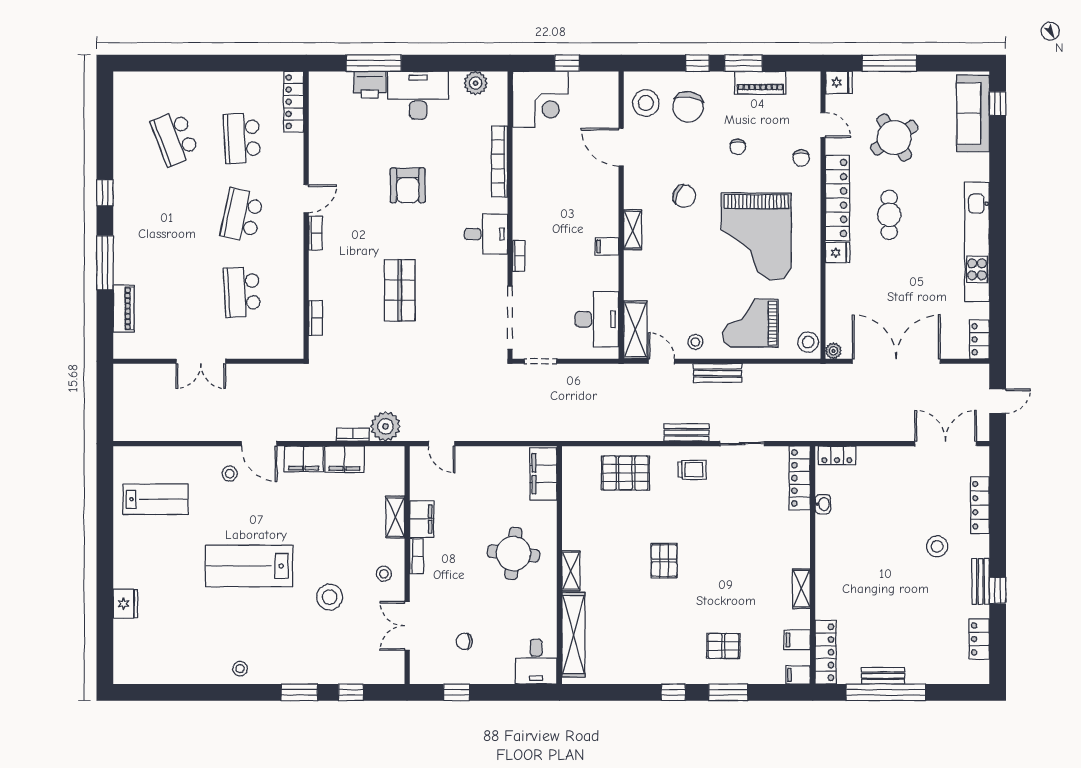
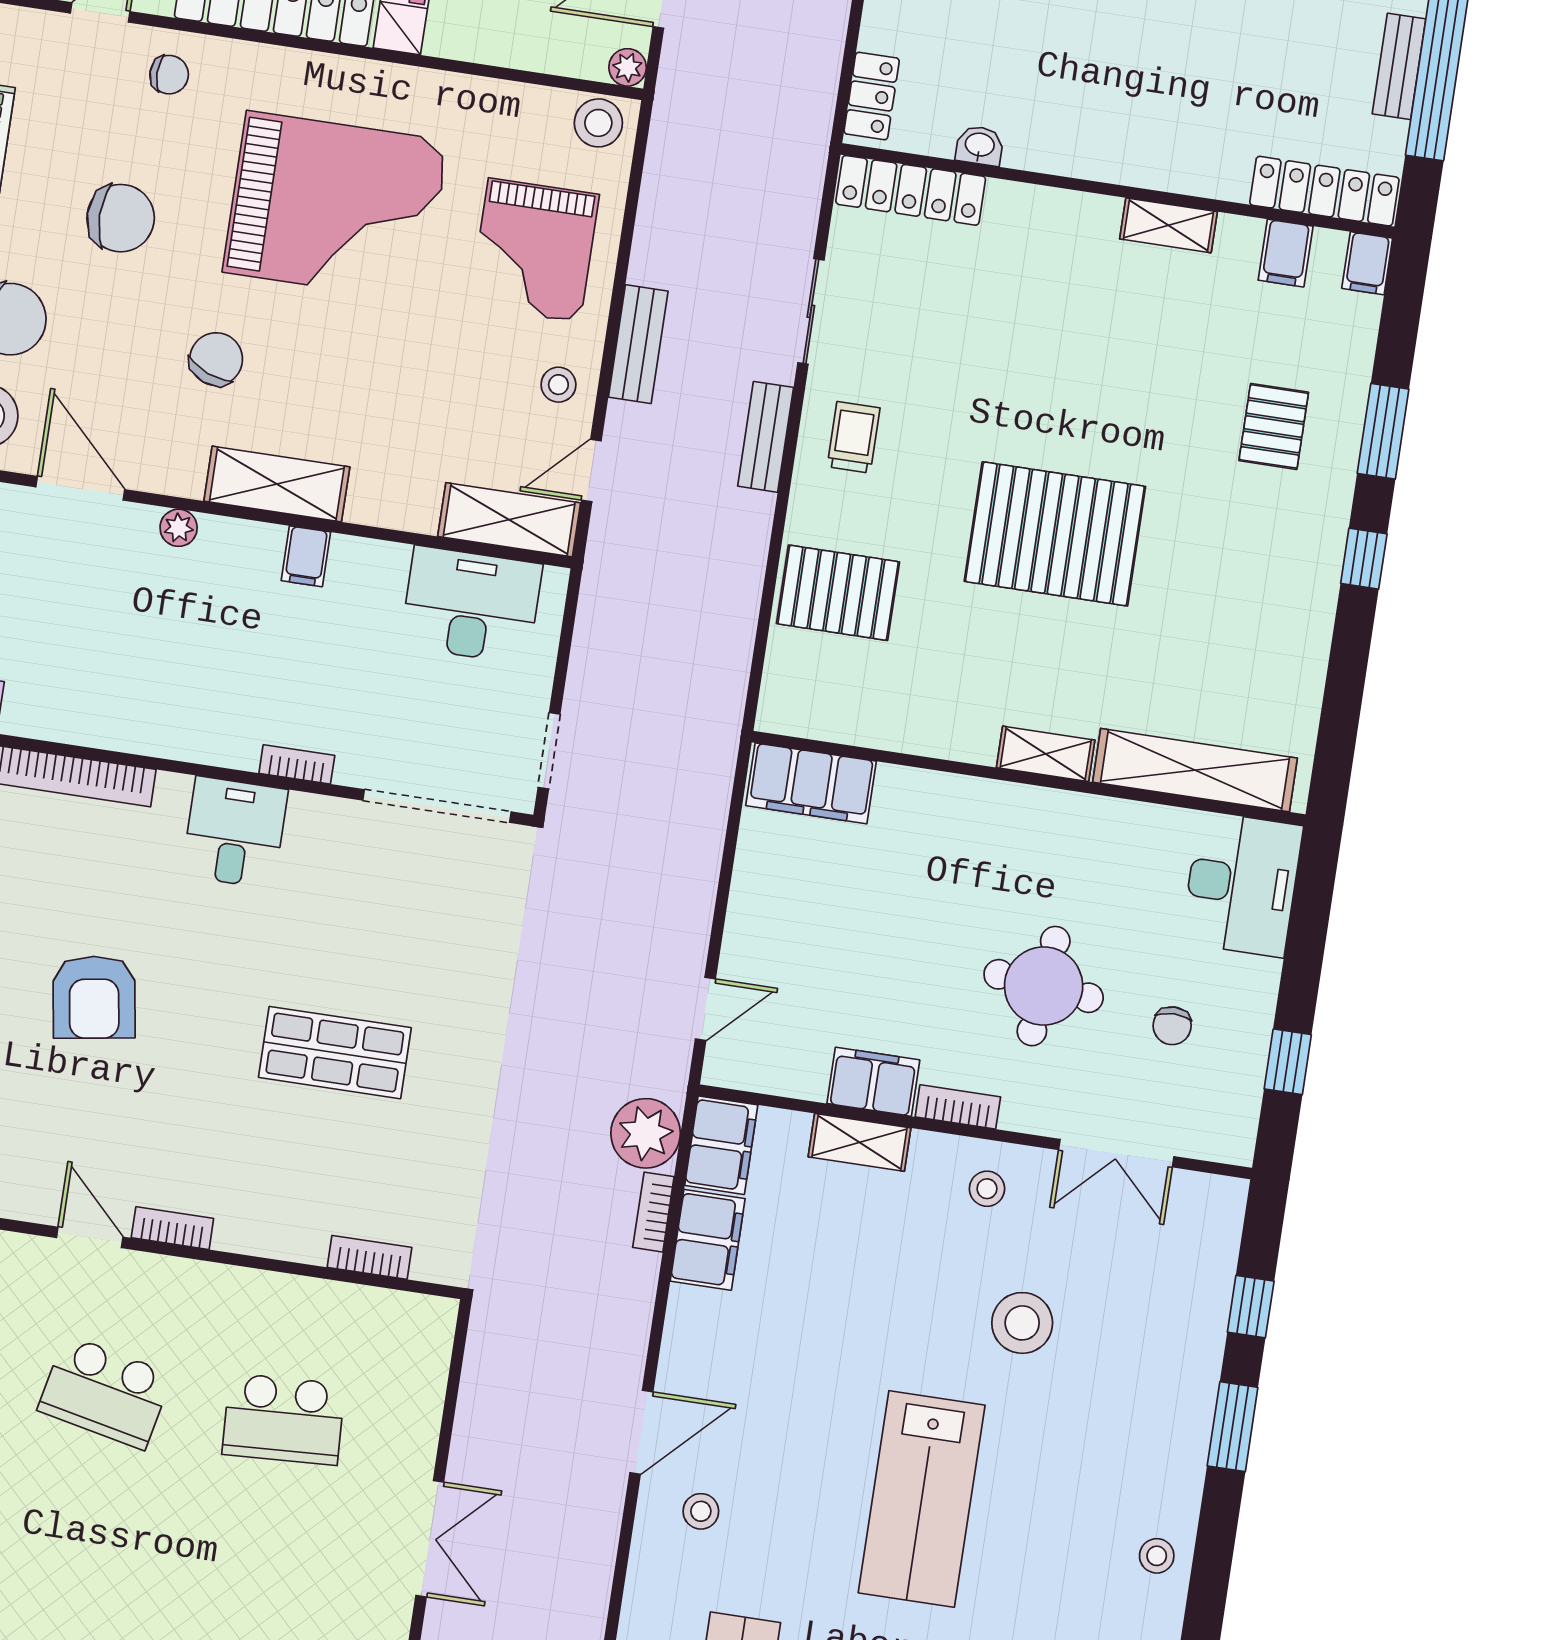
door: (621, 147) -> (80, 488), swing flipped
chair: (738, 147) -> (121, 218), width x1.87, depth x1.87
armchair: (408, 185) -> (94, 997), turned 81
plant: (611, 191) -> (179, 528), added
shelving: (633, 230) -> (277, 484), width x1.50, depth x1.33
filing cabinet: (304, 459) -> (721, 1145), moved
pallet: (625, 473) -> (838, 593), turned 90
round table: (513, 553) -> (1044, 986), moved
pallet: (664, 561) -> (1055, 534), width x2.05, depth x2.00
desk: (536, 662) -> (1242, 884), width x1.37

